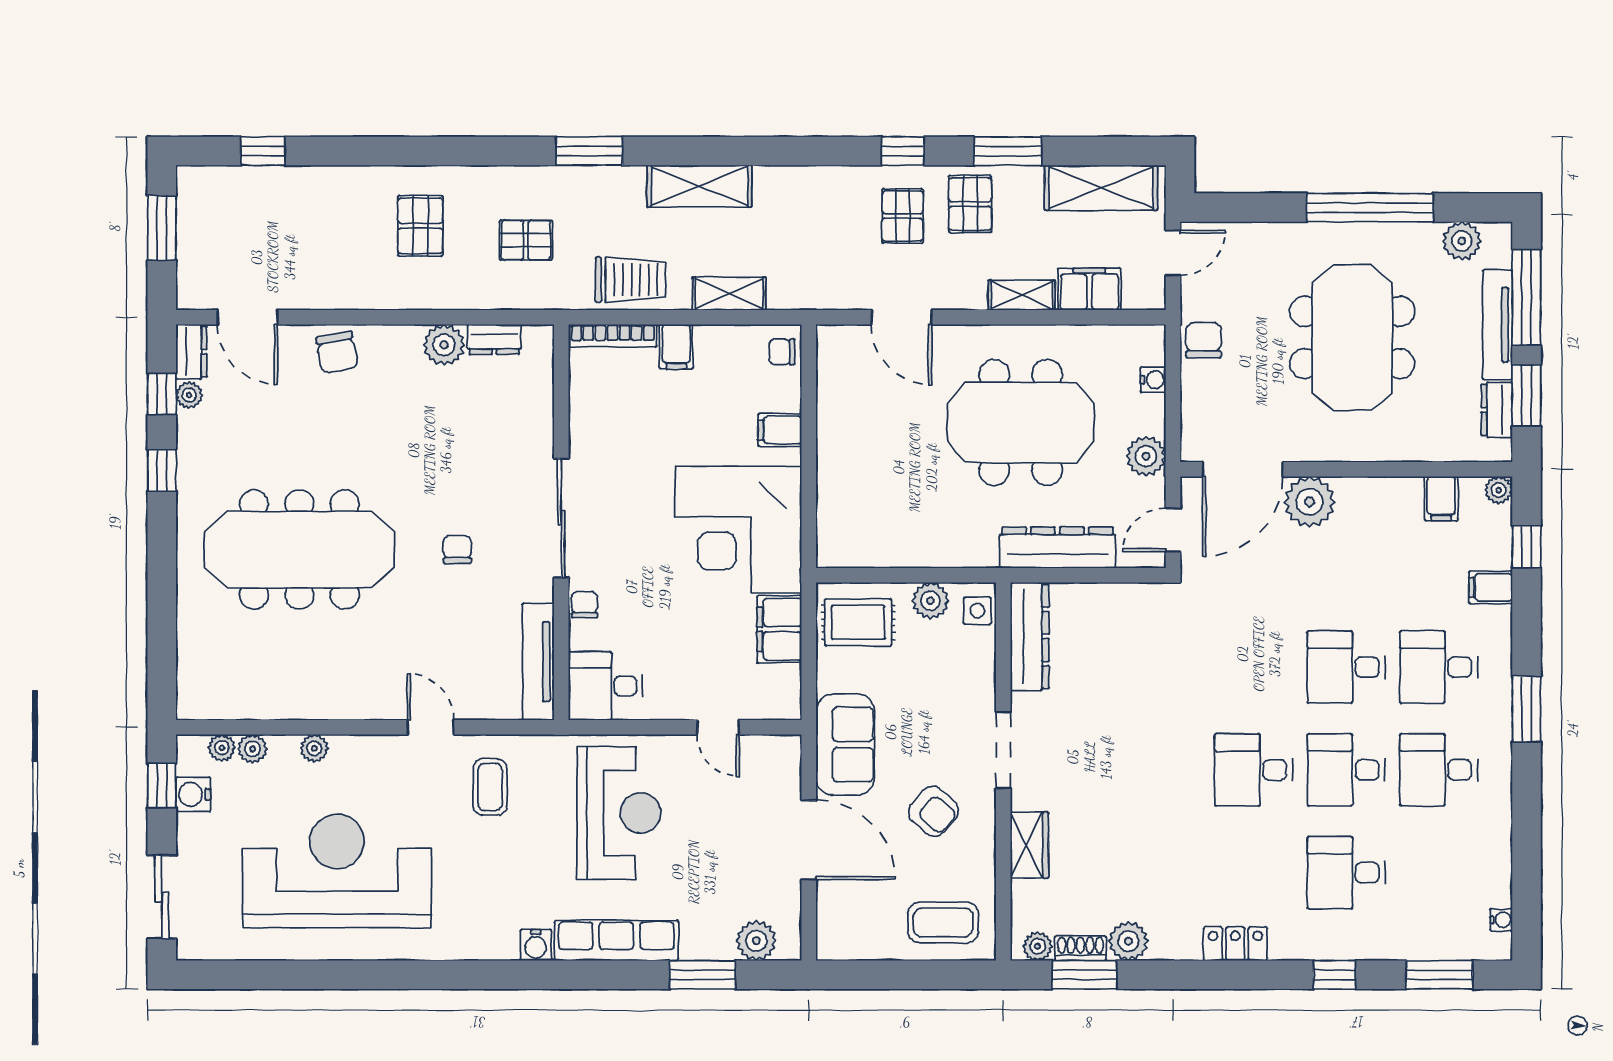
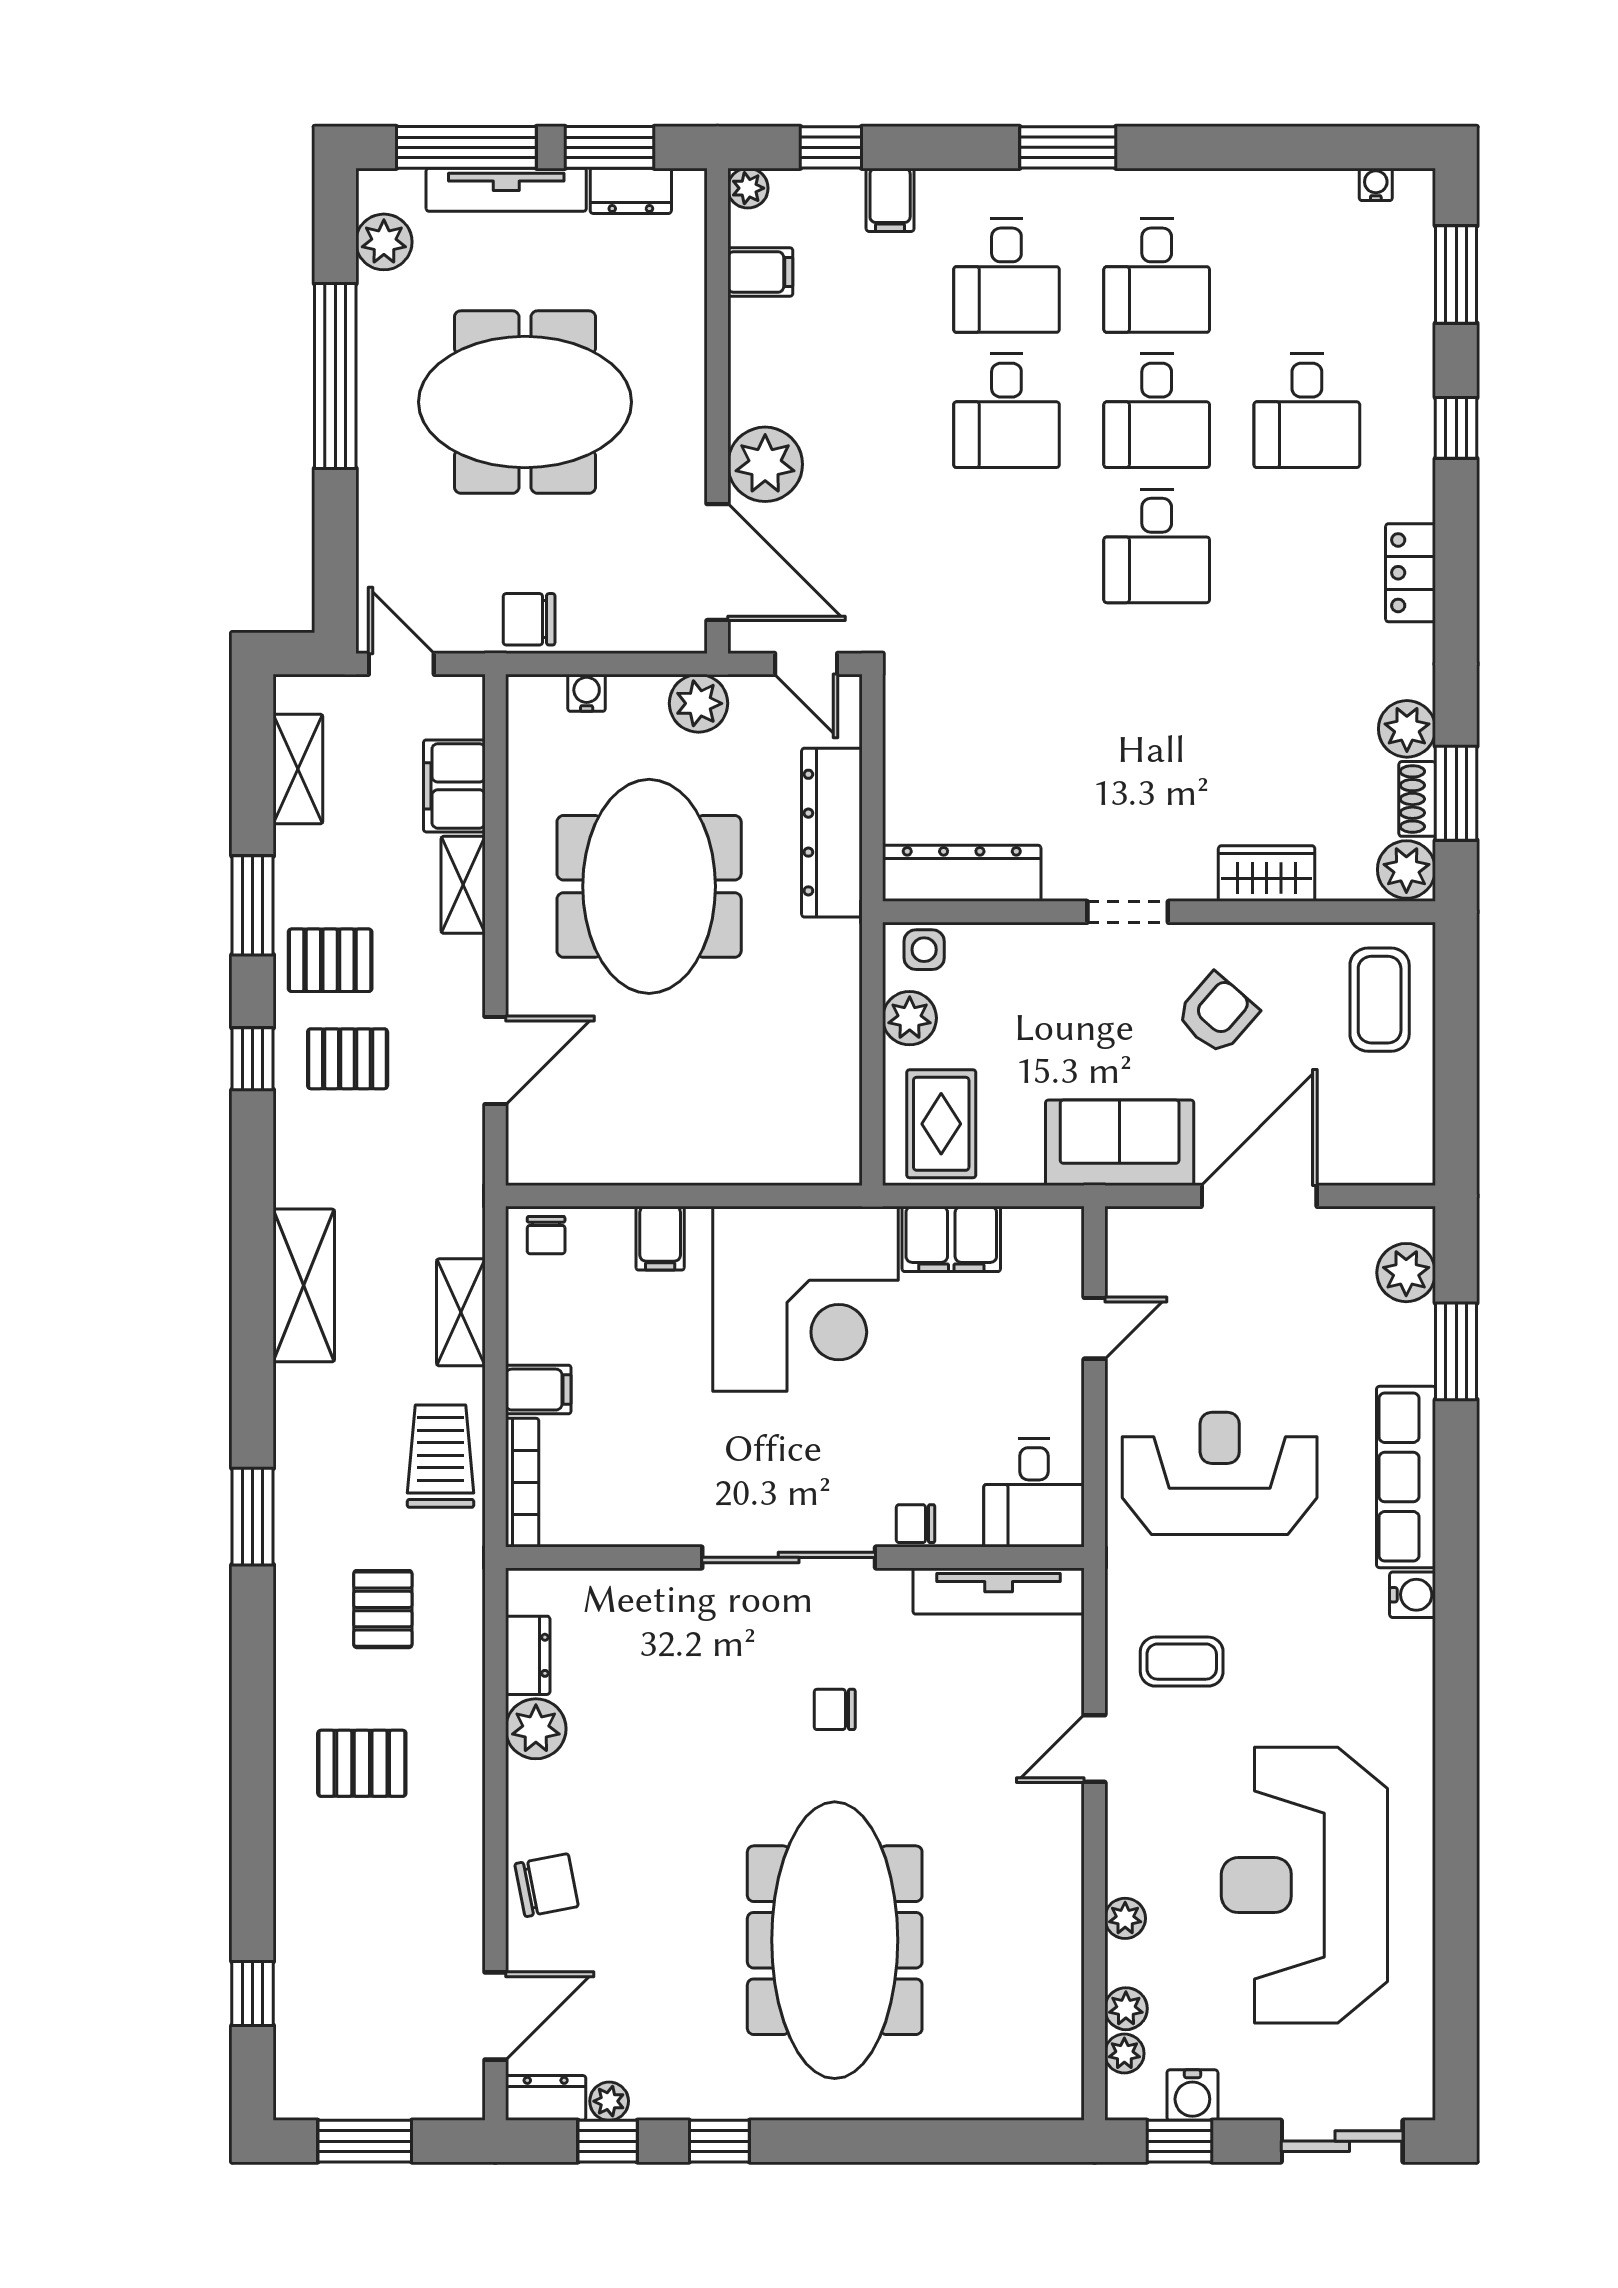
shelving: (699, 186) -> (304, 1285), moved
shelving: (1101, 188) -> (298, 769), width x0.67, depth x0.75
doorway: (1003, 750) -> (1128, 912), width x0.73
plant: (1038, 946) -> (1406, 870), width x1.38, depth x1.38

